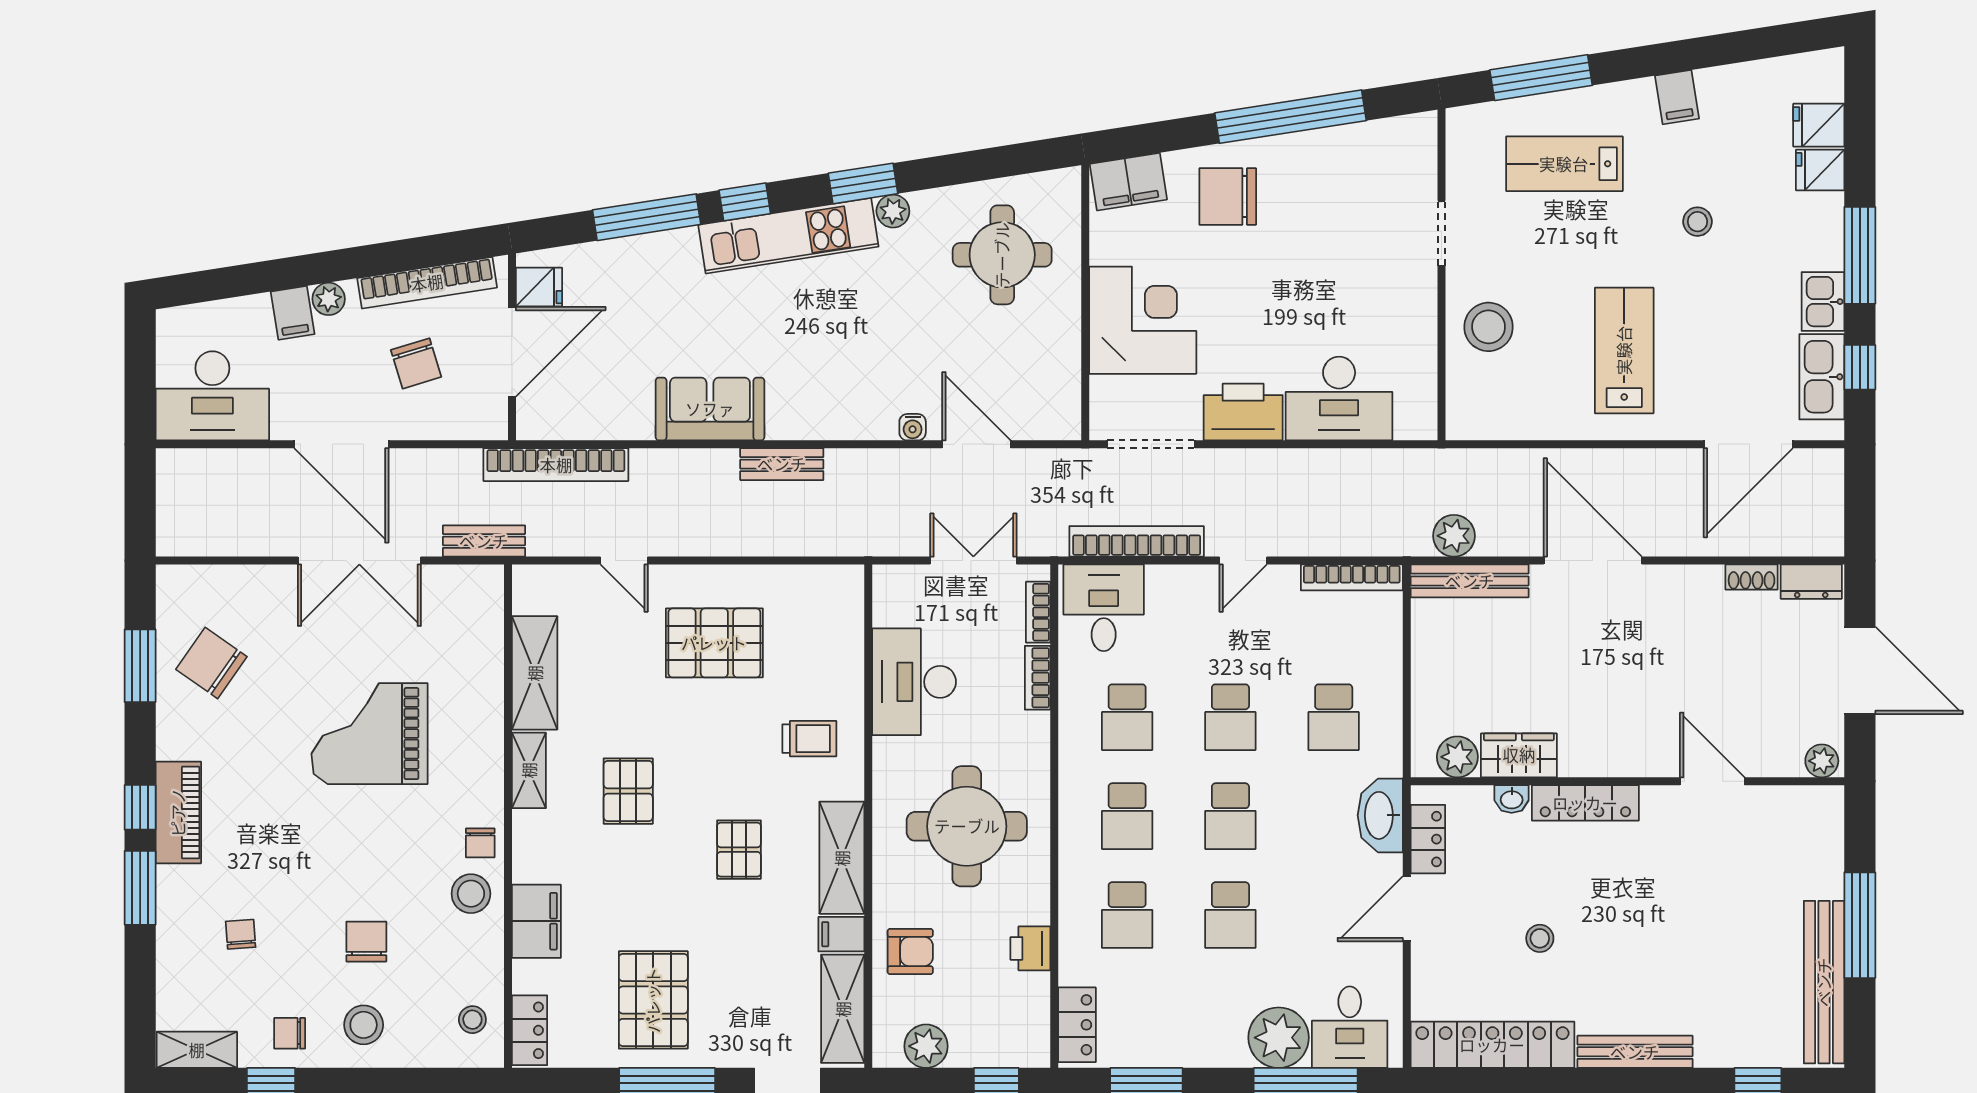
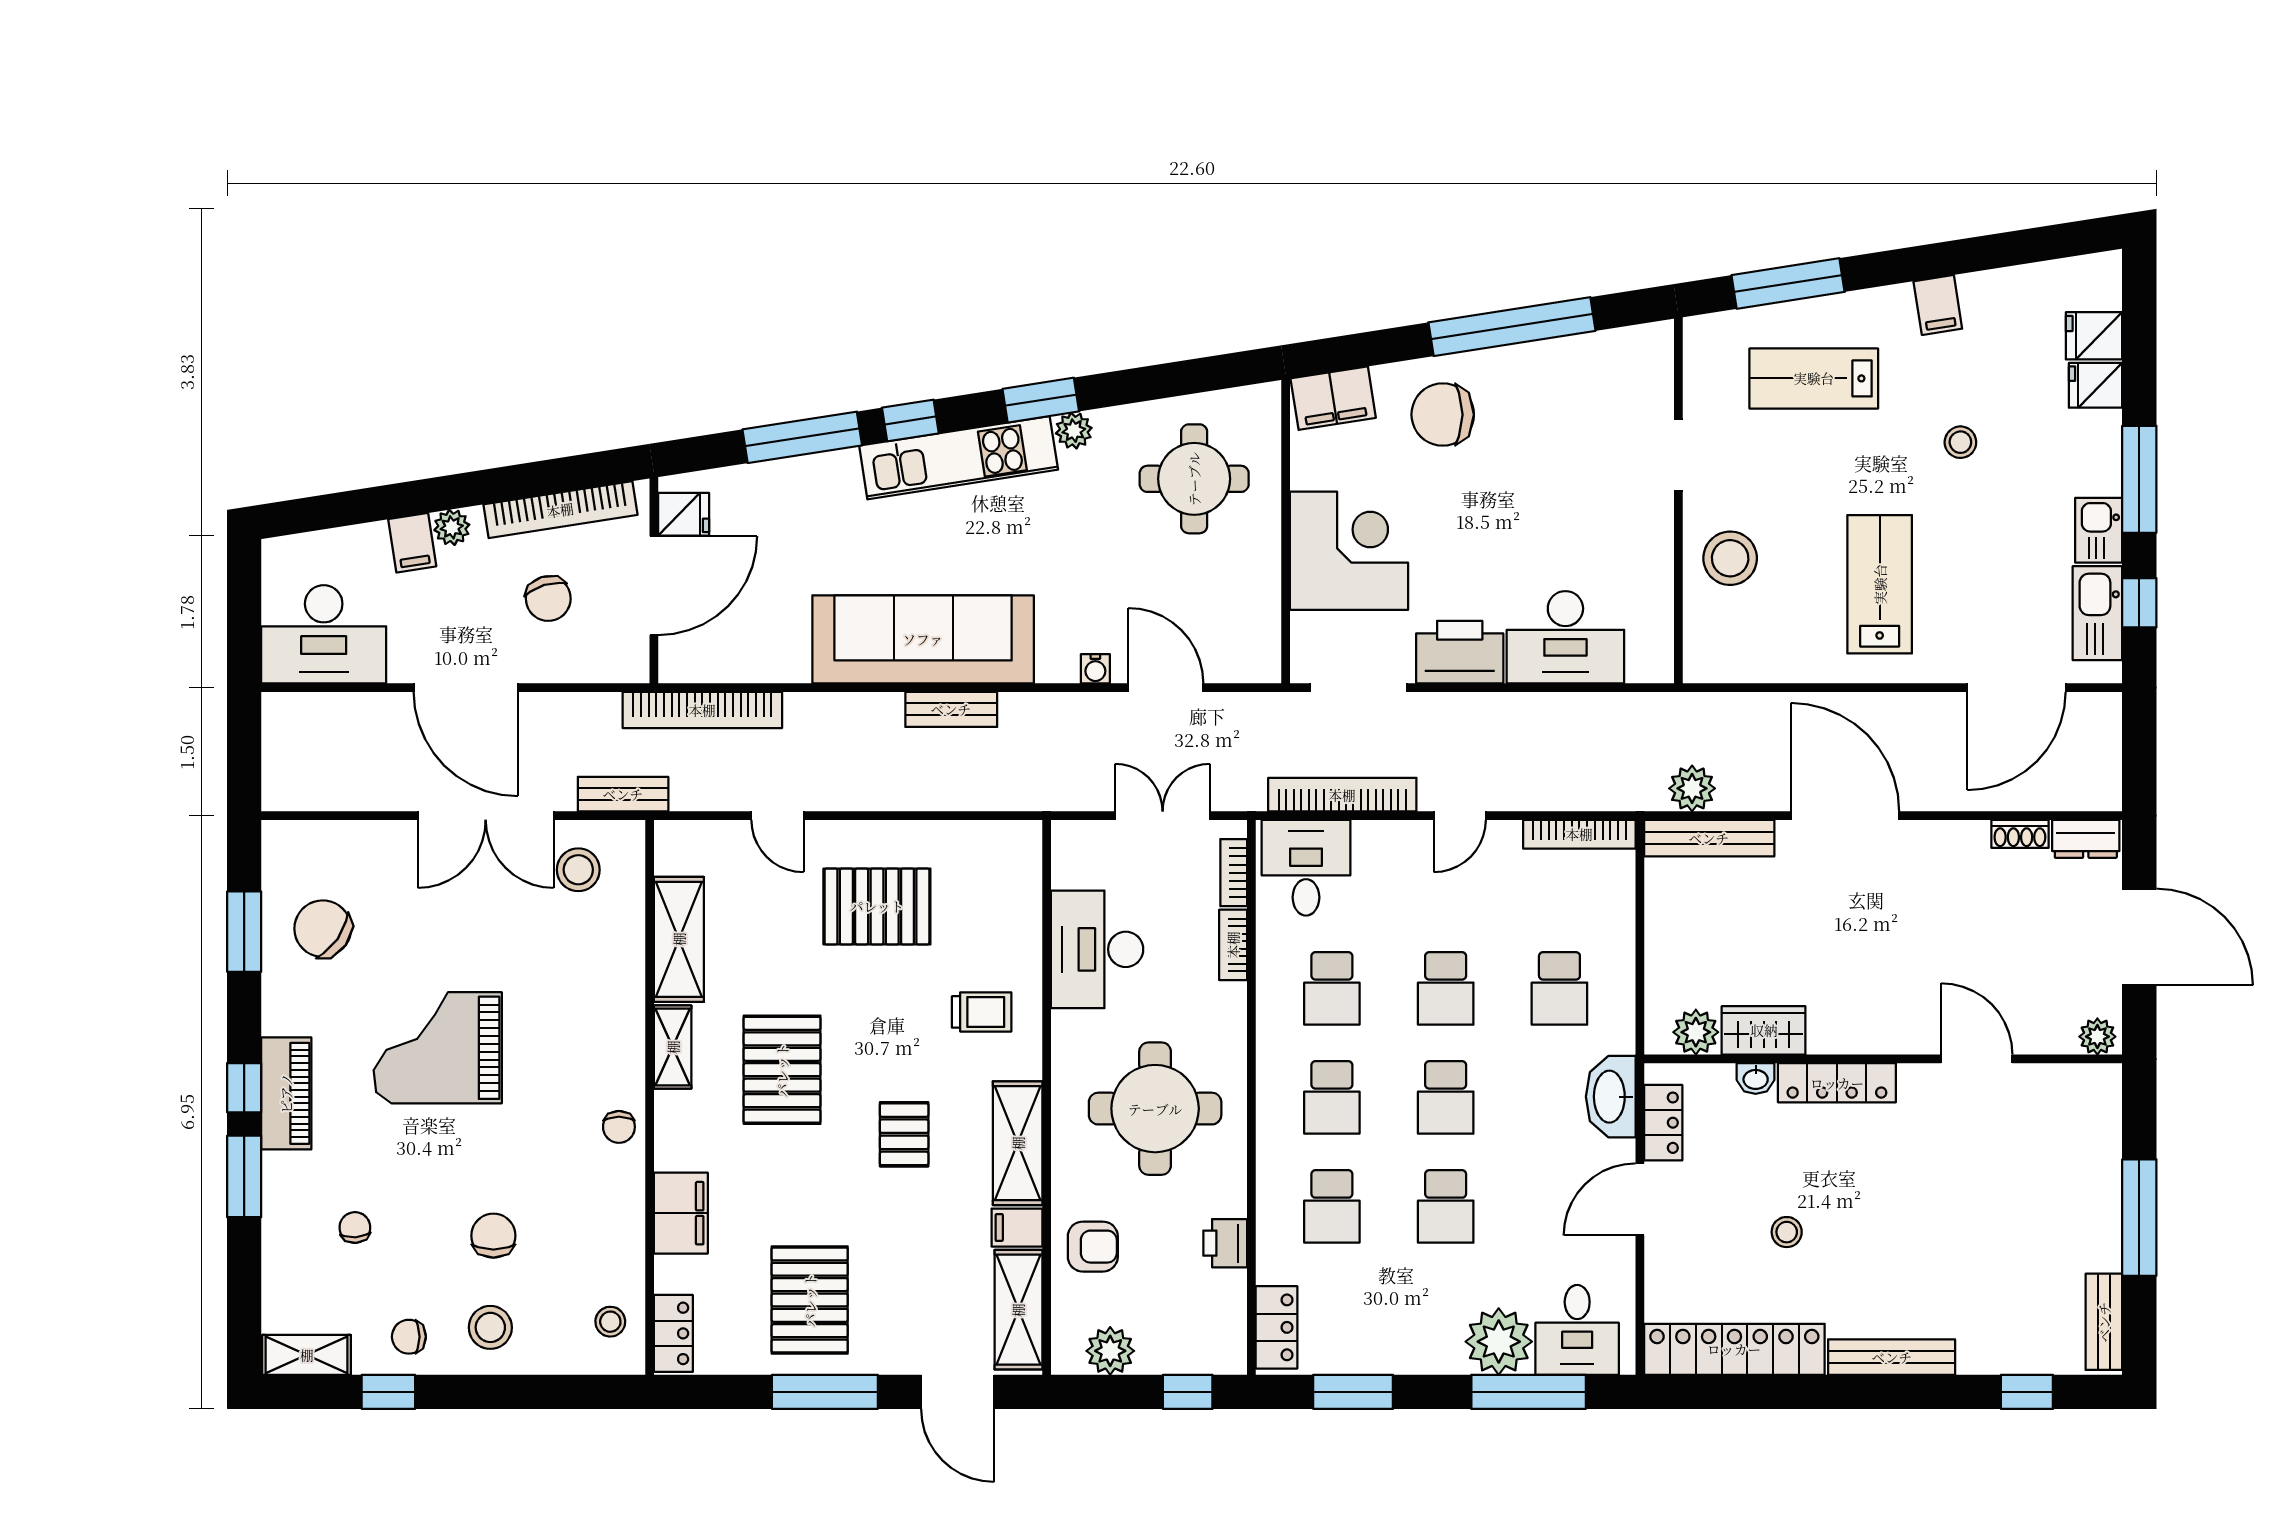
sofa: (710, 409) -> (923, 639), width x1.85, depth x1.27
grand piano: (370, 734) -> (438, 1048), moved
pallet: (628, 791) -> (782, 1070), width x1.50, depth x1.42
stool: (471, 894) -> (578, 870), moved
bench: (1824, 982) -> (2104, 1322), width x0.54, depth x0.82

